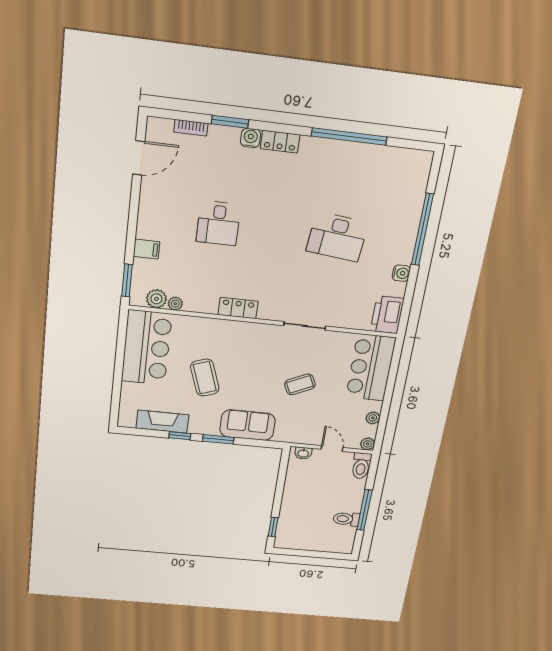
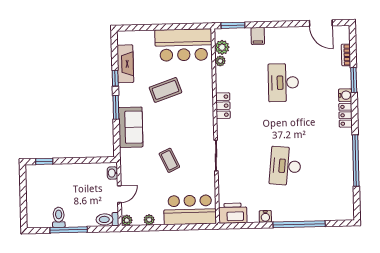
desk: (218, 223) -> (283, 83), width x1.37

